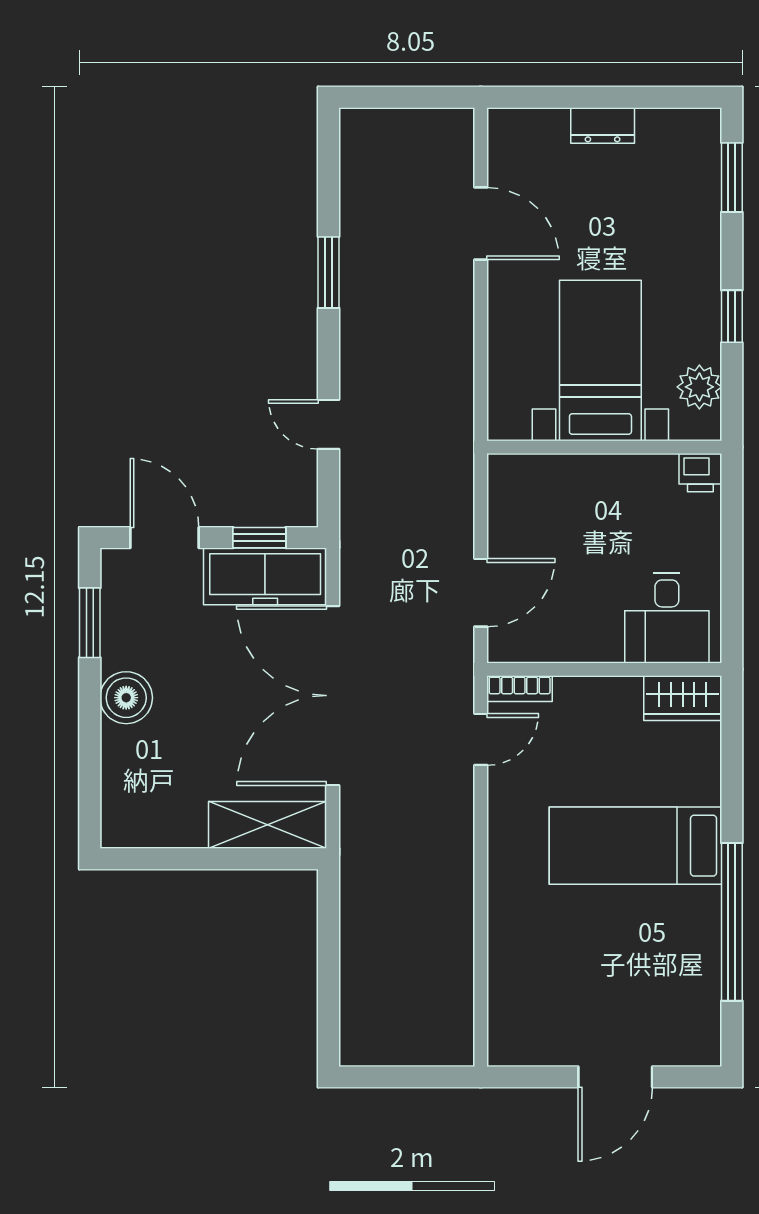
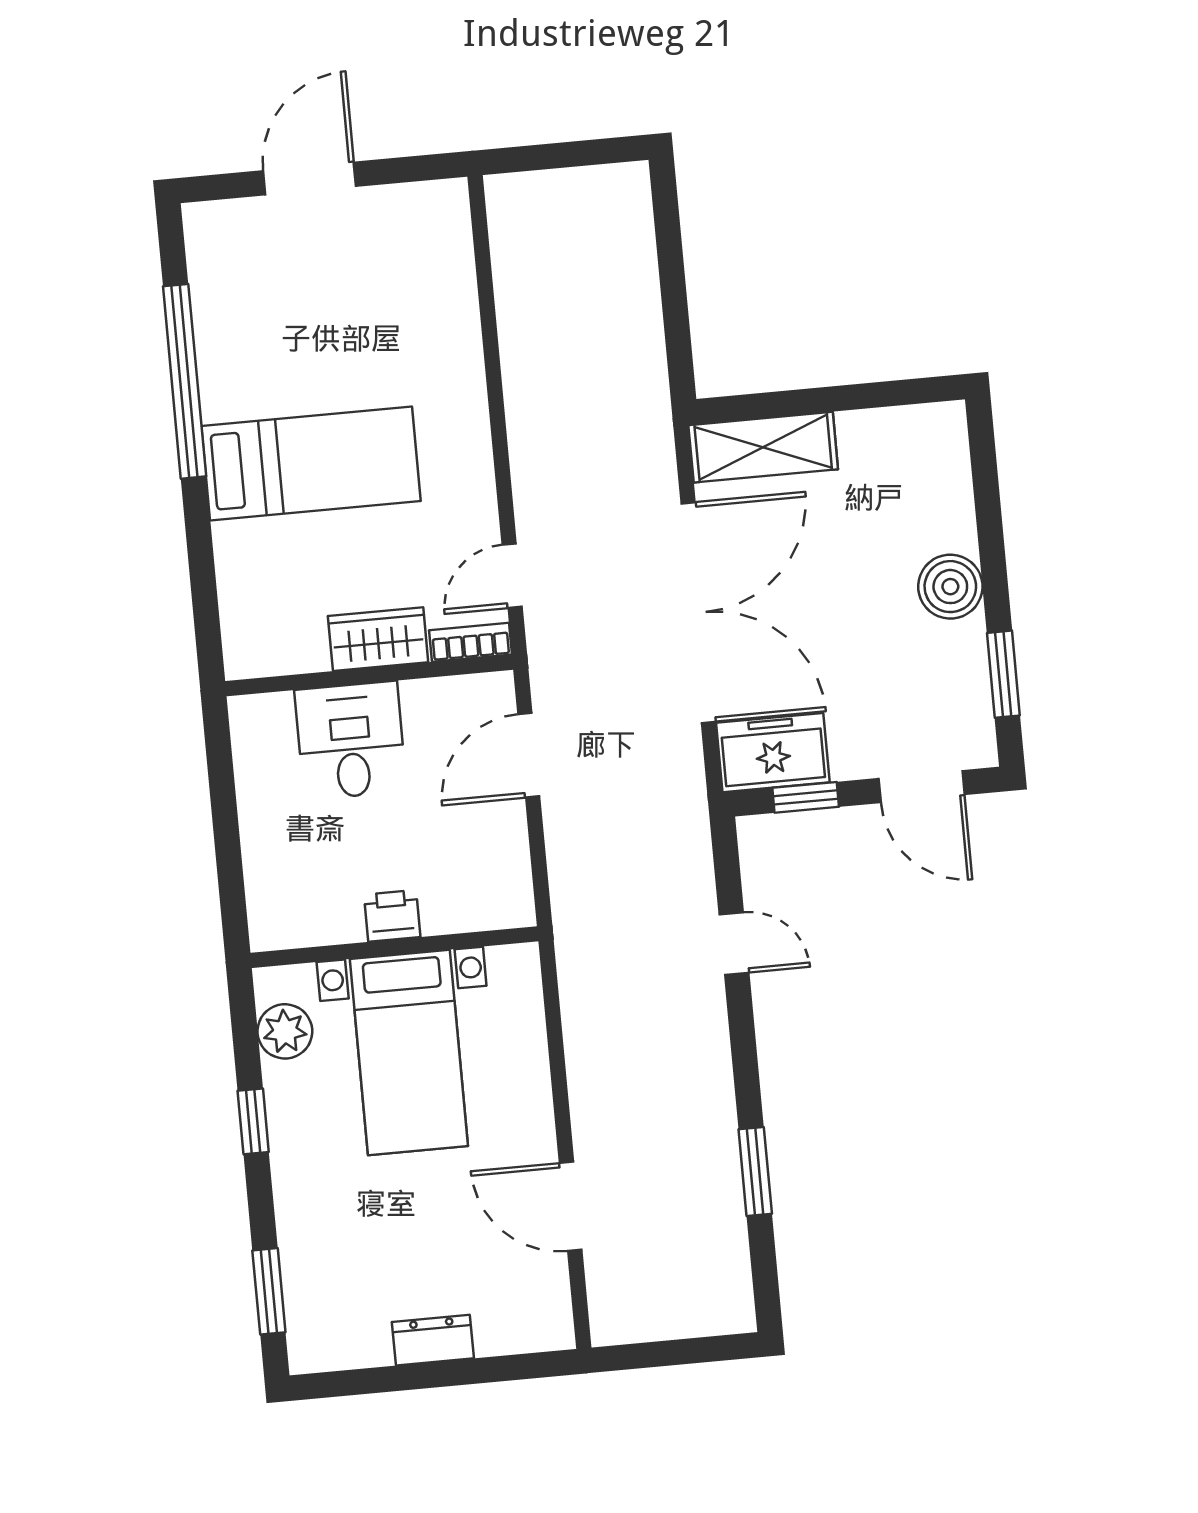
window: (328, 272) -> (755, 1172), moved
printer: (700, 473) -> (392, 916), moved
freezer: (265, 576) -> (773, 753), width x0.71
desk: (667, 618) -> (351, 741), moved
wardrobe: (683, 698) -> (378, 639), moved

